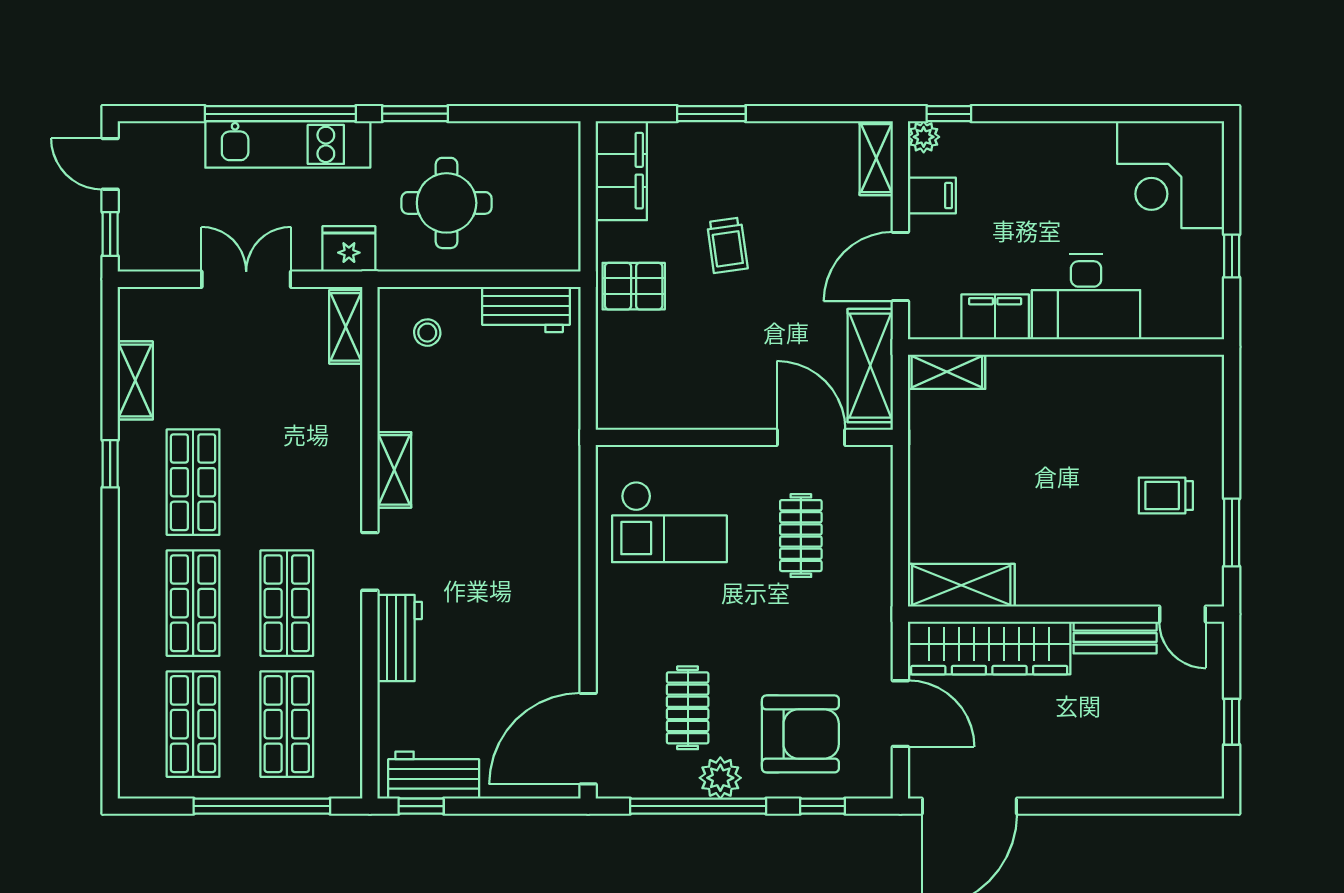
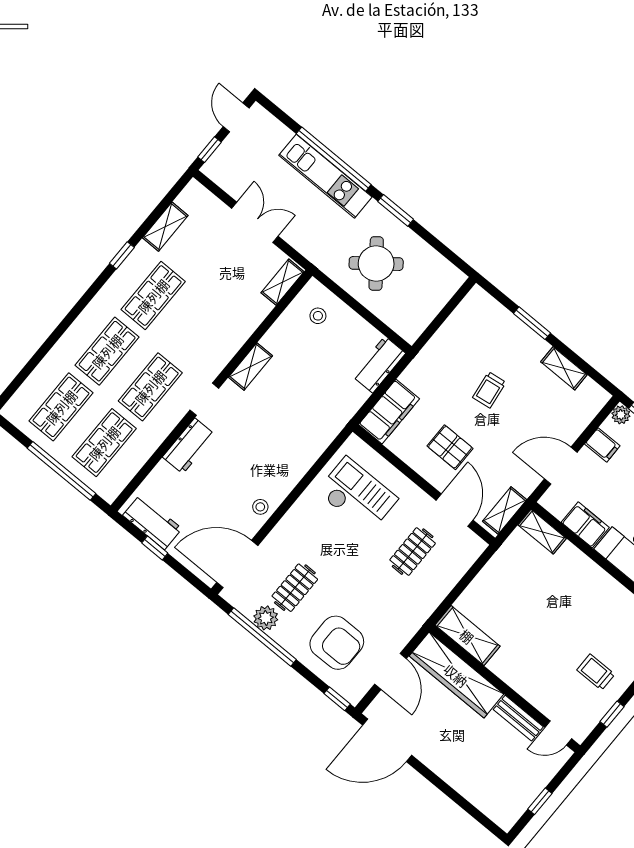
shelving: (876, 158) -> (564, 368), moved, turned 90
filing cabinet: (621, 171) -> (389, 412), moved
round table: (447, 203) -> (376, 263), turned -38
fridge: (349, 249) -> (314, 247), removed
pallet: (634, 286) -> (450, 447), moved
workbench: (526, 309) -> (379, 365), moved, turned 90
shelving: (870, 366) -> (505, 511), width x0.67, depth x0.75
checkout: (669, 522) -> (357, 495), turned 180
window: (1232, 532) -> (612, 714), width x0.67
door: (1183, 614) -> (558, 733), hinge flipped
stool: (557, 640) -> (260, 507), added
plant: (720, 778) -> (266, 618), moved
window: (421, 806) -> (155, 548), moved
window: (823, 806) -> (337, 699), moved

